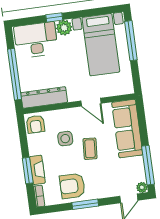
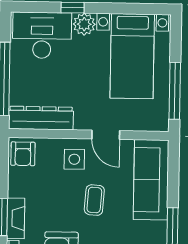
window: (131, 41) -> (175, 91), moved
side table: (65, 139) -> (74, 159), moved

